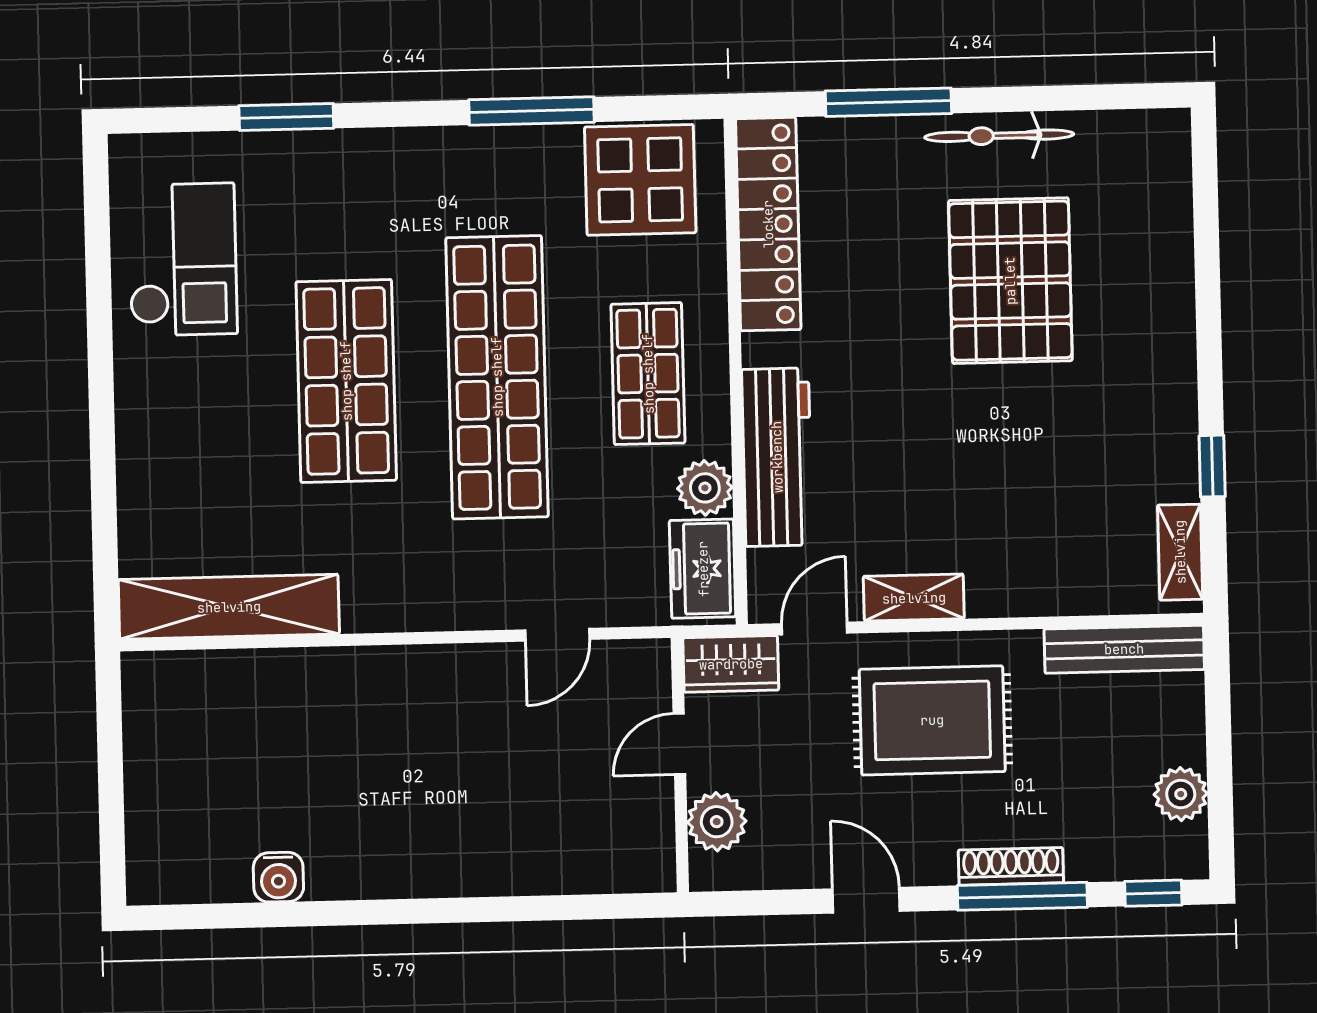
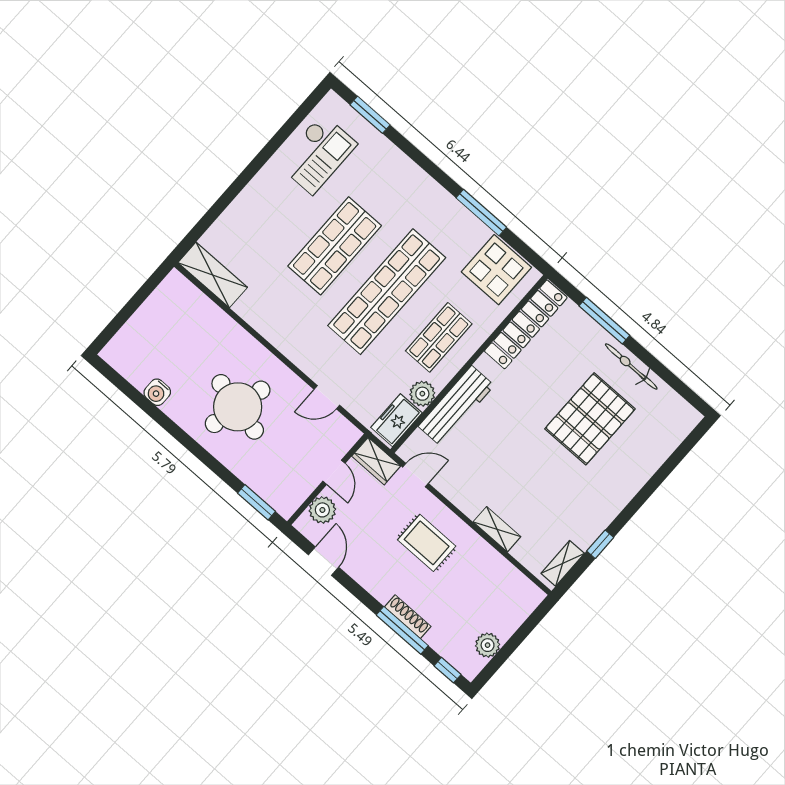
window: (286, 117) -> (370, 115), moved
shelving: (914, 598) -> (497, 529), moved
shelving: (229, 607) -> (213, 275), width x0.68
bench: (1124, 649) -> (514, 579), removed
rug: (932, 720) -> (427, 543), width x0.73, depth x0.70
door: (679, 744) -> (334, 472), swing flipped
round table: (429, 782) -> (238, 407), added
door: (866, 900) -> (323, 561), moved
window: (600, 907) -> (256, 502), added

